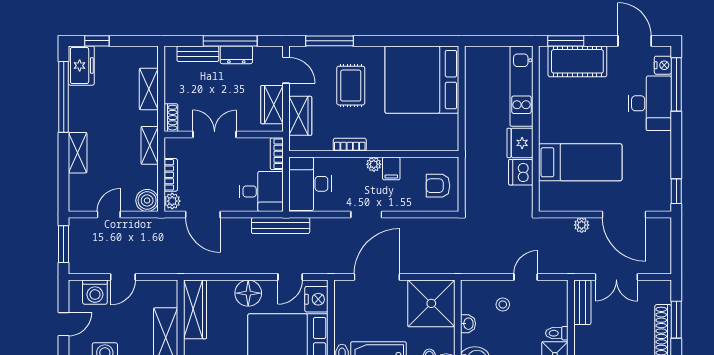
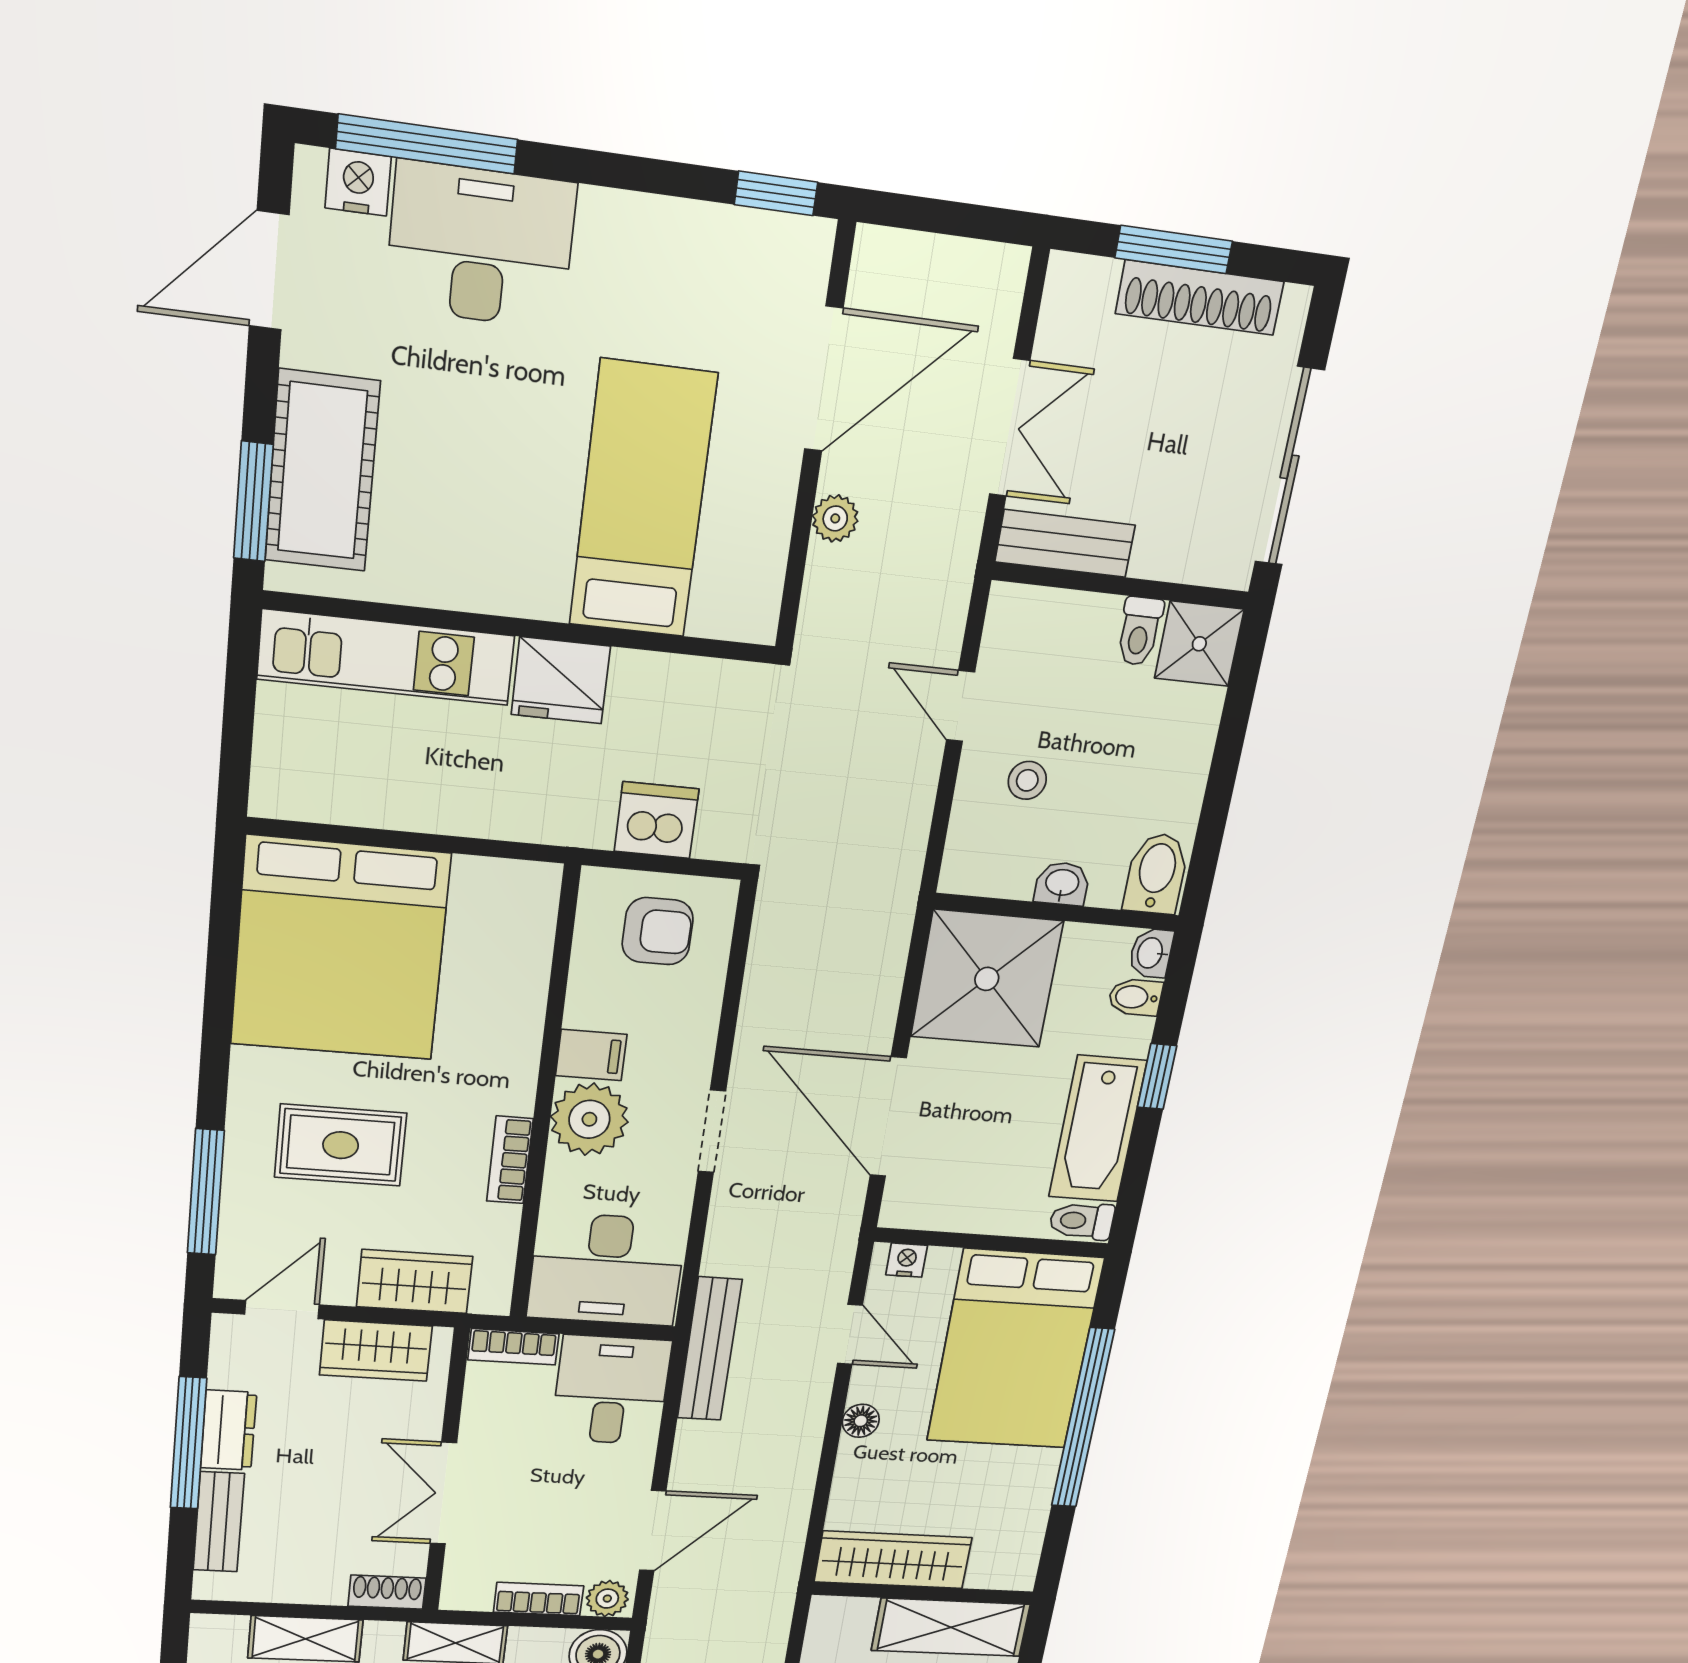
plant: (374, 164) -> (589, 1119), width x1.87, depth x1.87
dishwasher: (521, 172) -> (656, 820), moved, turned 180
armchair: (438, 186) -> (658, 931), turned -90
floor lamp: (248, 293) -> (861, 1421), width x0.53, depth x0.53
nightstand: (316, 299) -> (907, 1260), width x0.53, depth x0.56

